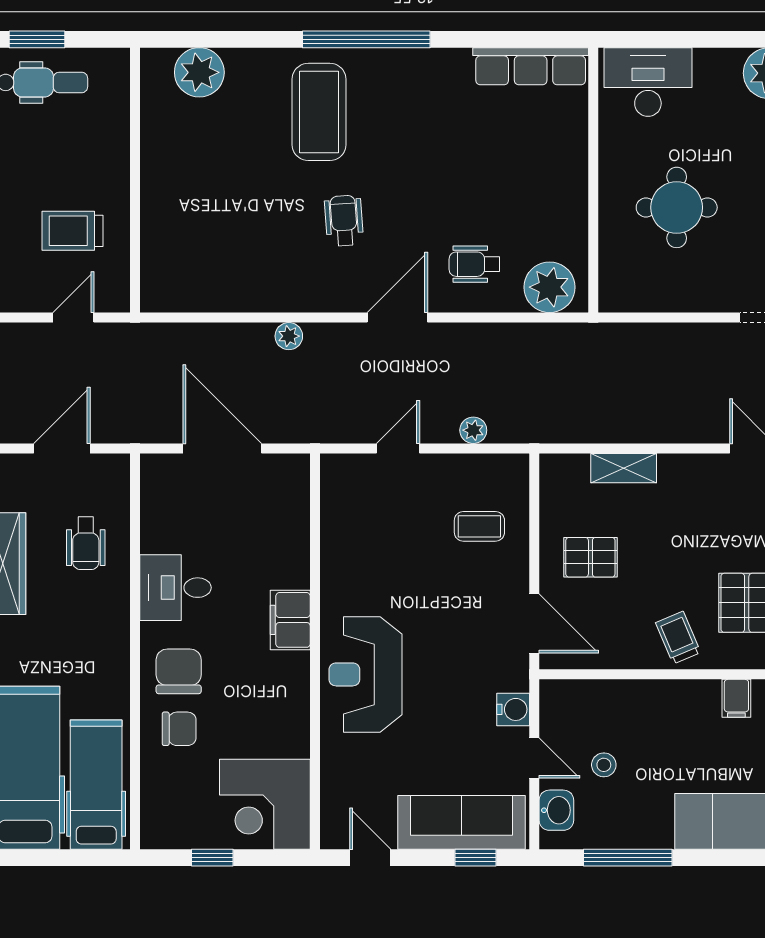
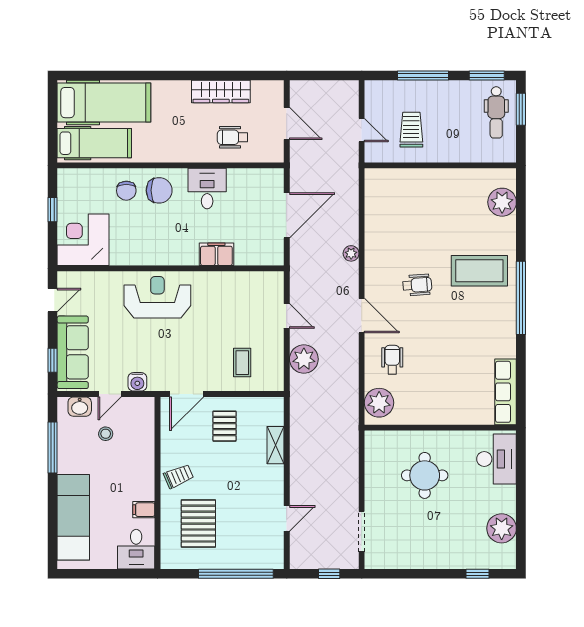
plant: (473, 430) -> (304, 359), width x1.88, depth x1.88
filing cabinet: (290, 620) -> (216, 254), moved

